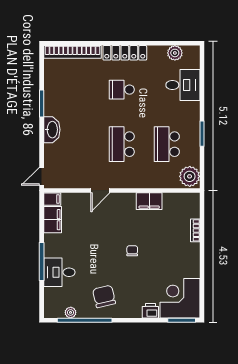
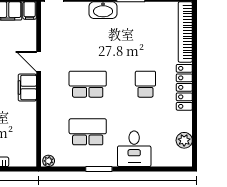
desk: (183, 85) -> (134, 149), moved
plant: (190, 176) -> (49, 161), width x0.53, depth x0.53
filing cabinet: (149, 201) -> (27, 87), moved

